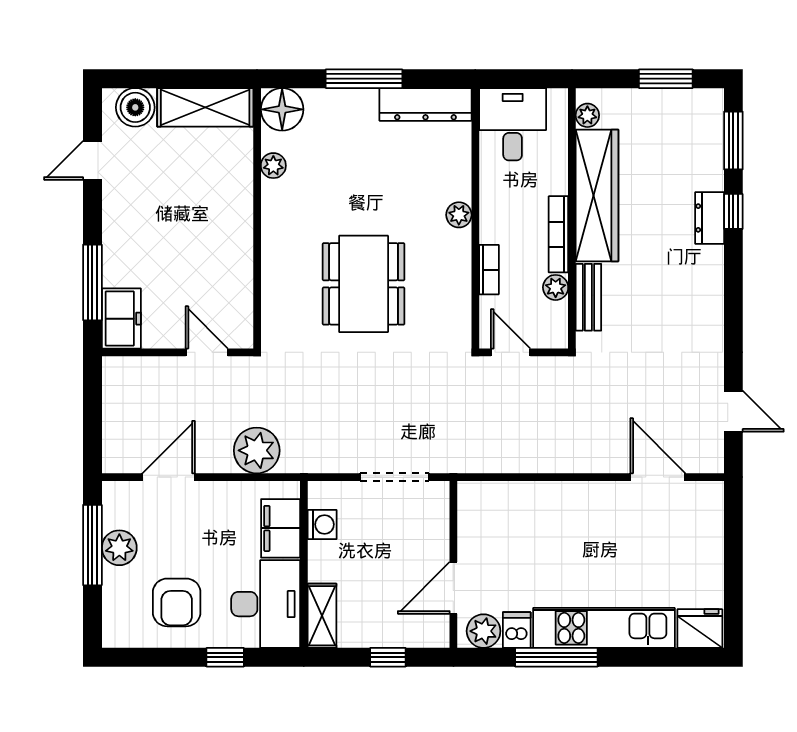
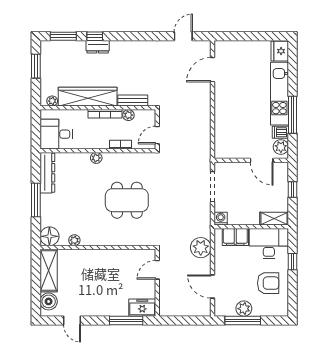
washing machine: (322, 524) -> (221, 219), moved

